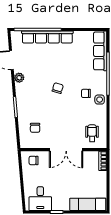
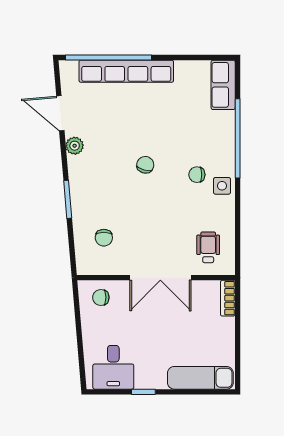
row of seats: (100, 51) -> (223, 85), width x0.68

